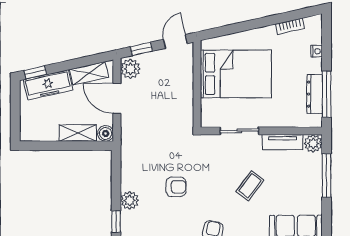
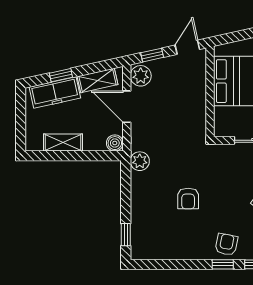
window: (35, 72) -> (61, 75), moved
shelving: (78, 133) -> (63, 143), moved
armchair: (176, 187) -> (188, 199), turned 90
plant: (130, 200) -> (140, 161), moved

